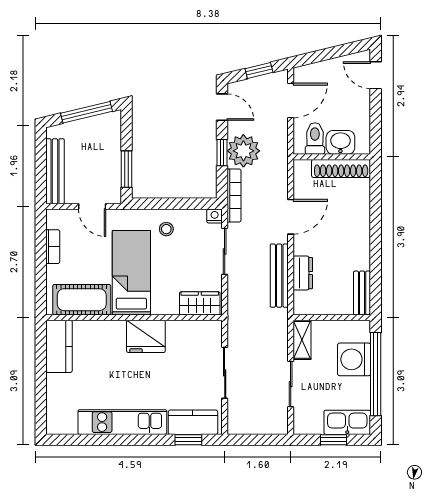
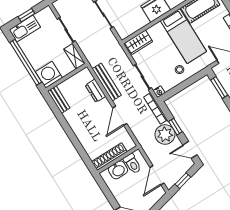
washing machine: (354, 359) -> (49, 75), moved, turned -90

